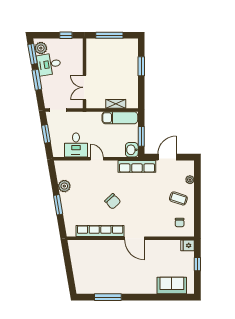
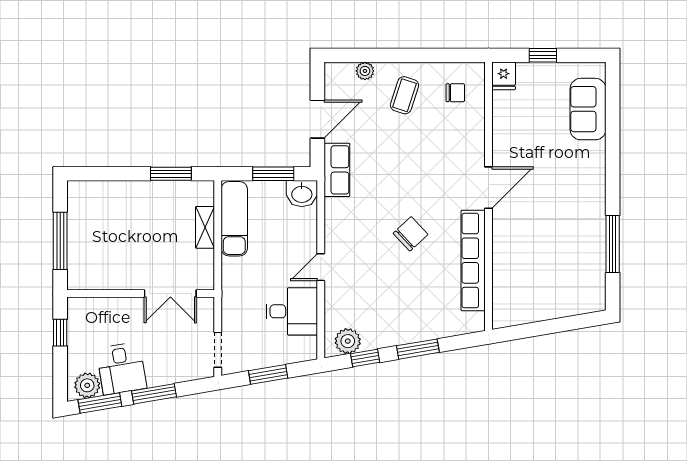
window: (141, 66) -> (171, 174), moved
door: (167, 157) -> (317, 119), swing flipped
row of seats: (137, 166) -> (337, 170), width x0.68
window: (54, 180) -> (365, 358), added
plant: (64, 186) -> (348, 341), moved

